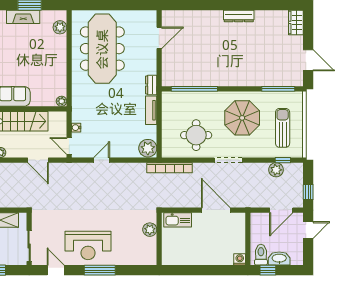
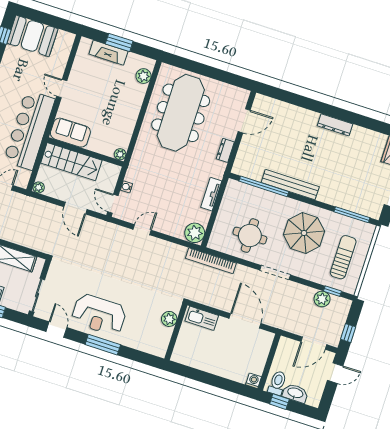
bench: (217, 80) -> (290, 185), added
dresser: (151, 85) -> (225, 150), moved

